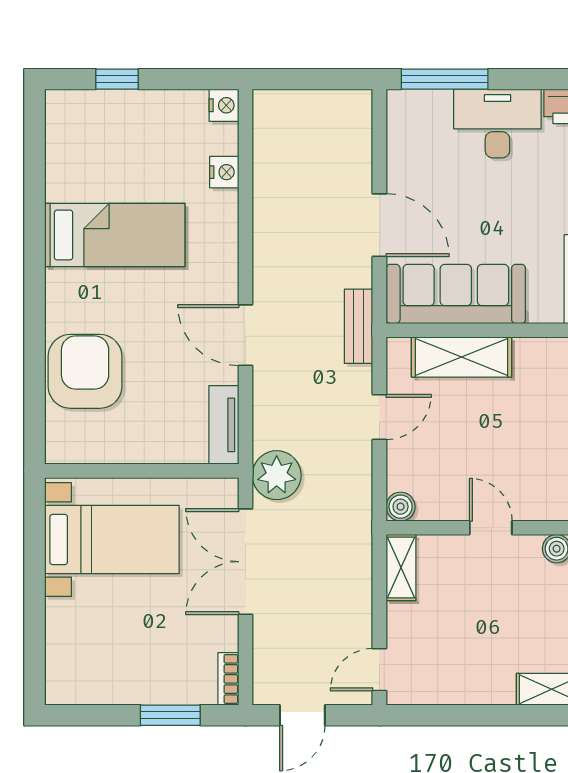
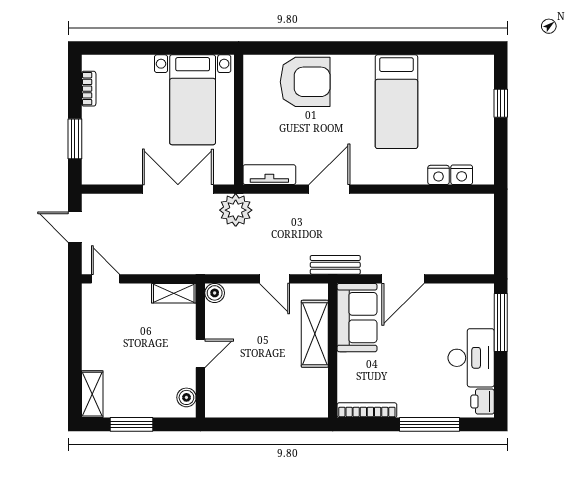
nightstand: (224, 105) -> (462, 175), moved
sofa: (456, 294) -> (357, 318), width x0.73
bookcase: (228, 679) -> (89, 89), moved, turned 90

